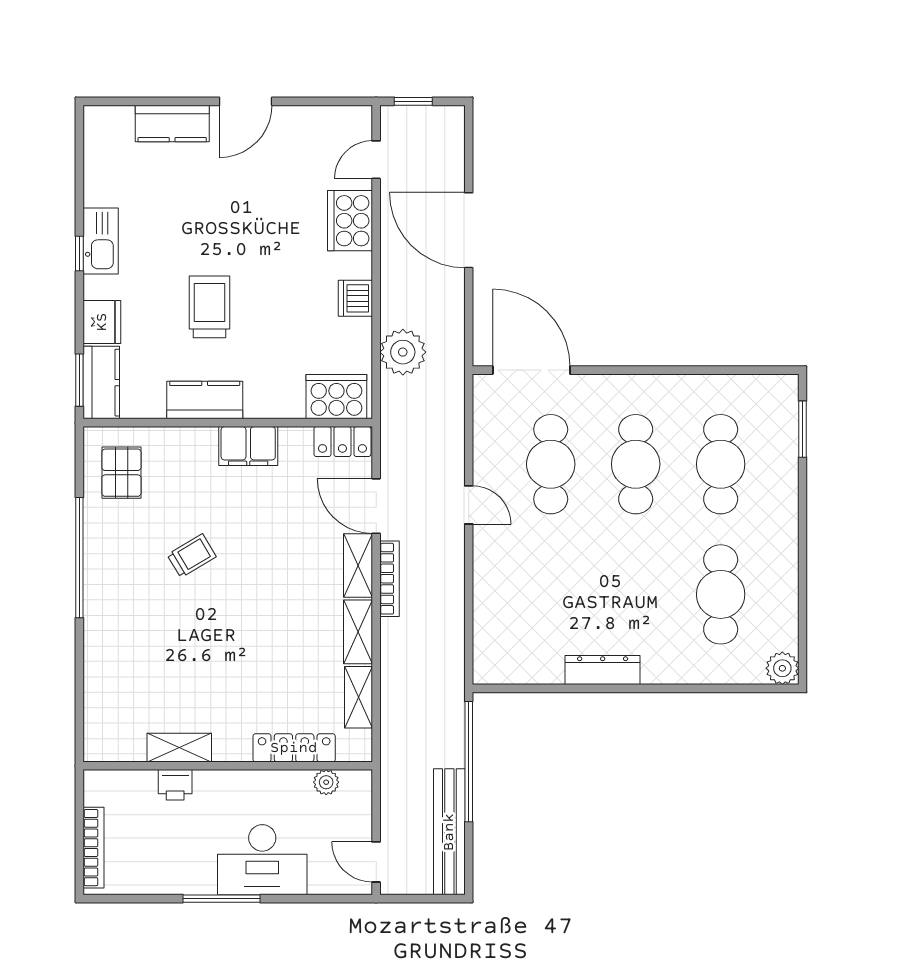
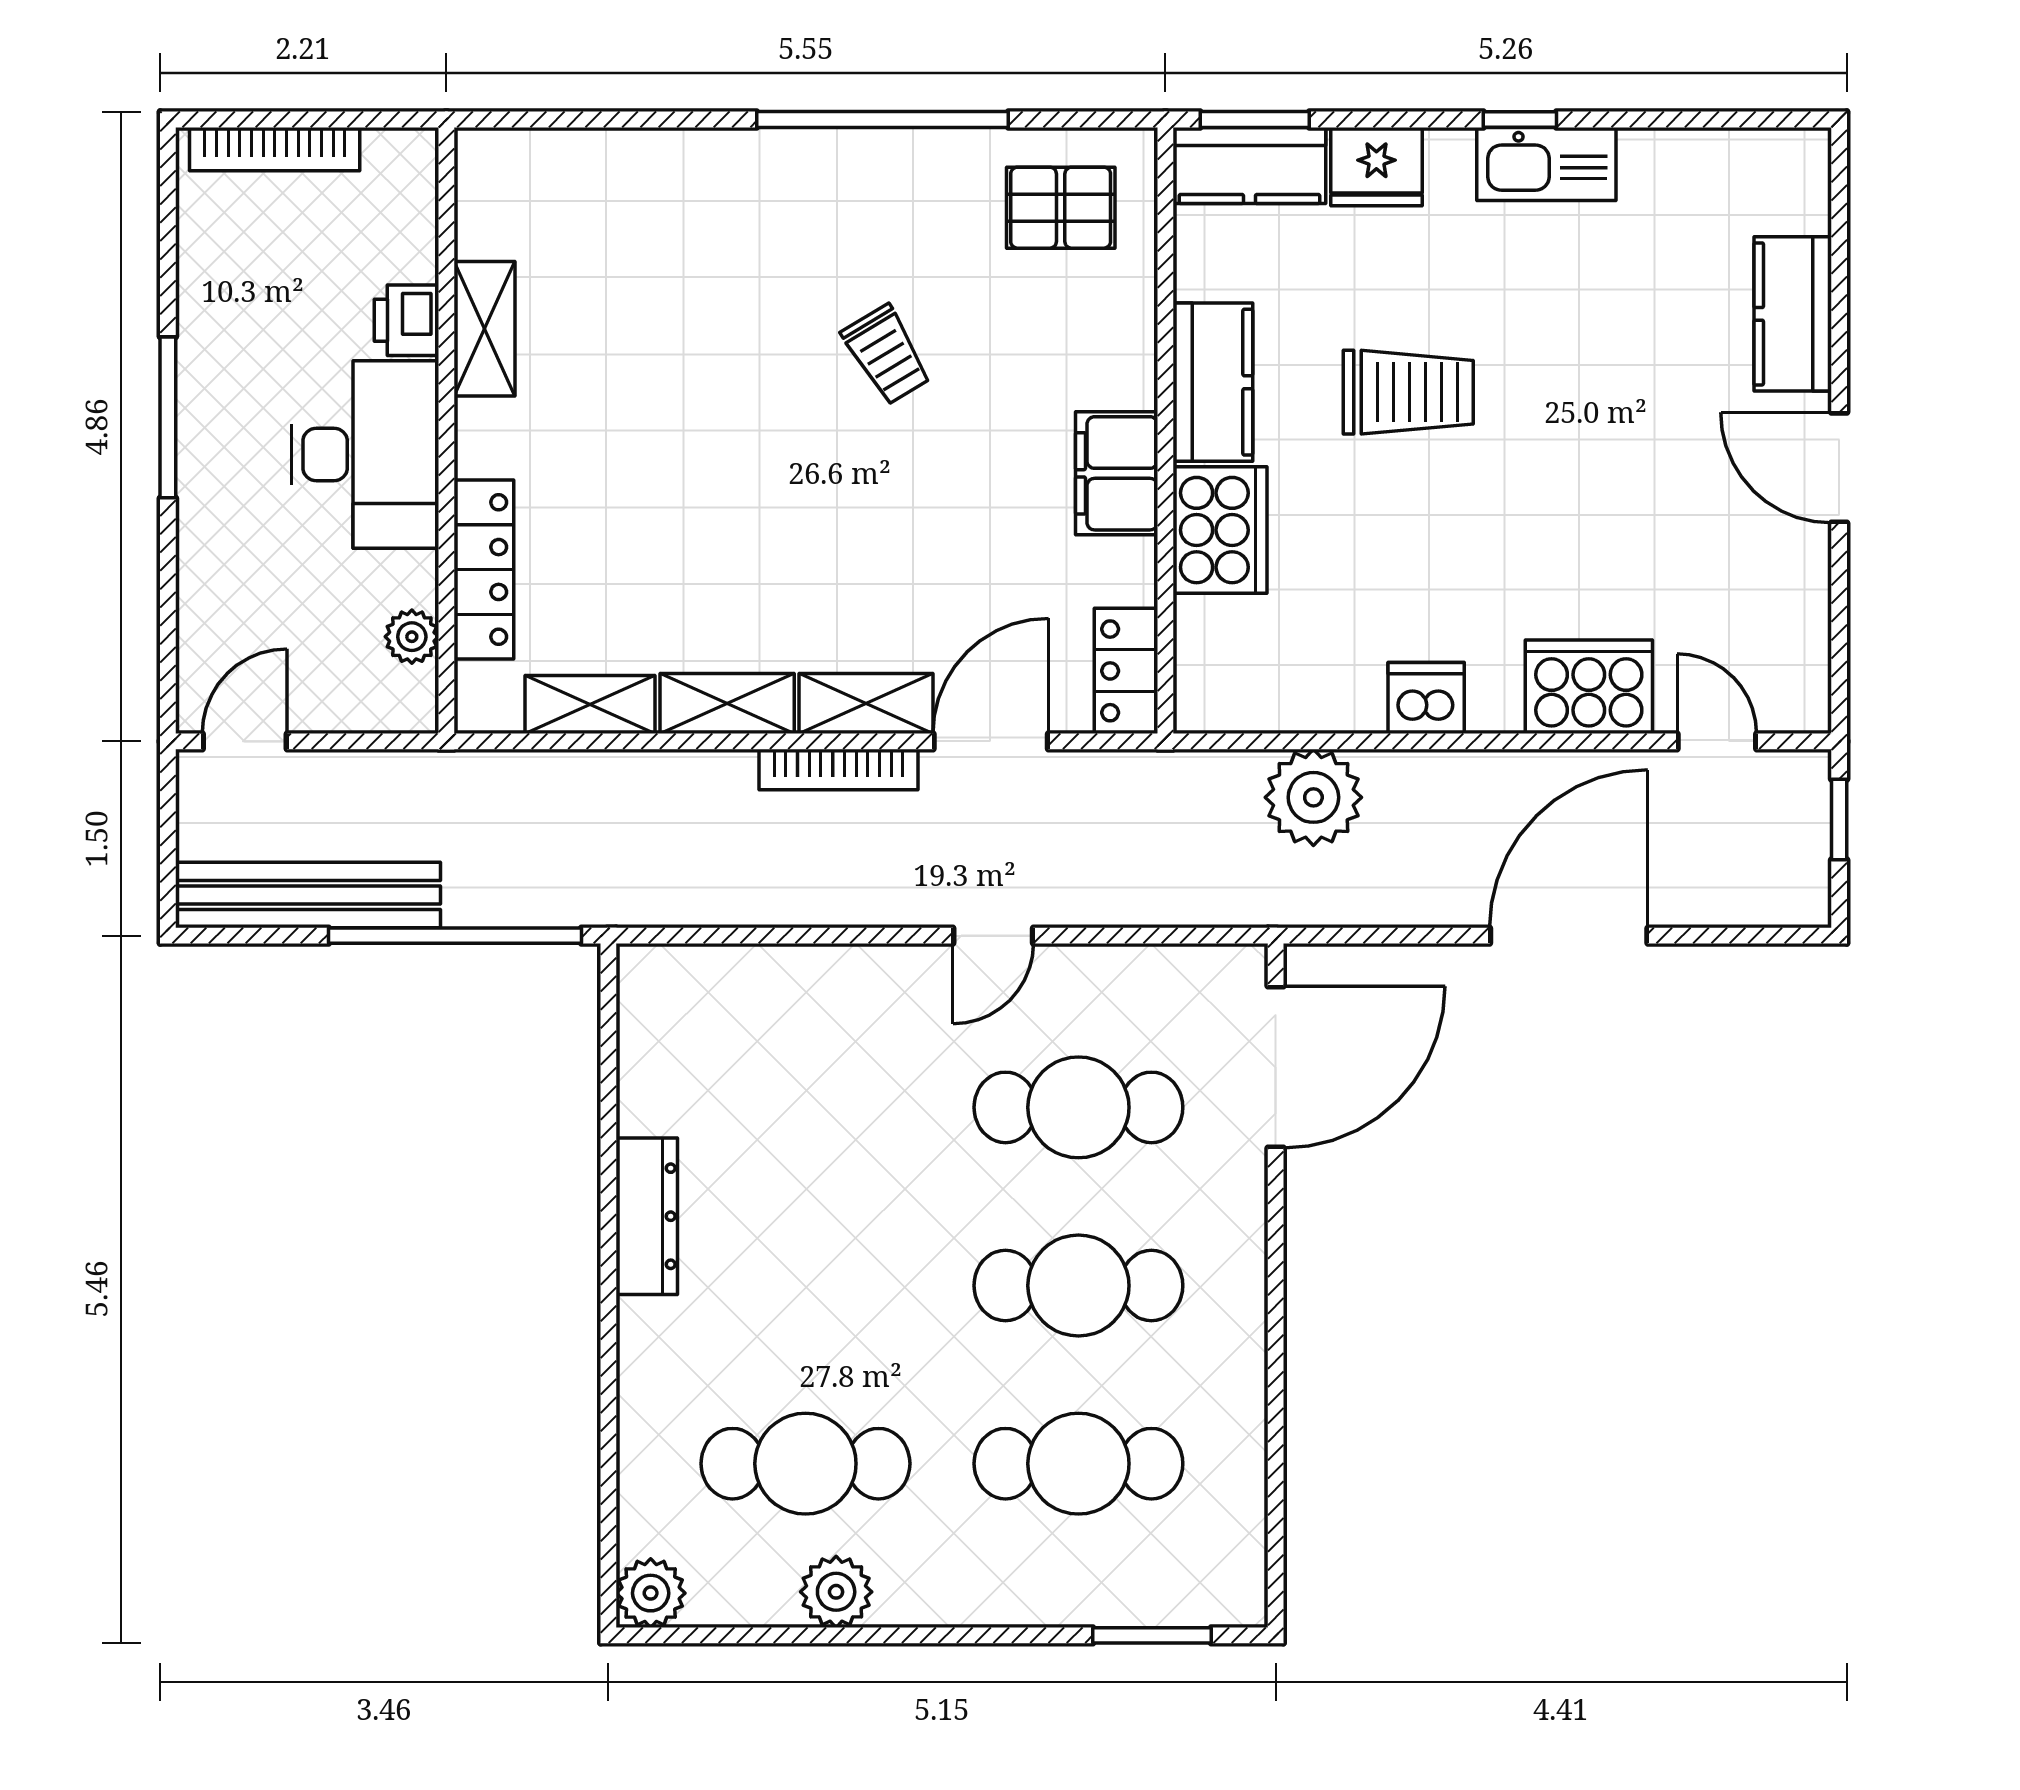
cooker: (336, 397) -> (1220, 530), moved
plant: (782, 580) -> (836, 1592), added
desk: (262, 860) -> (365, 455), moved, turned 180

